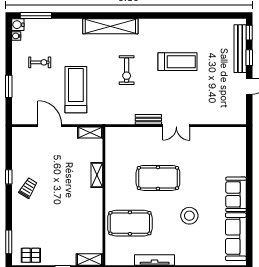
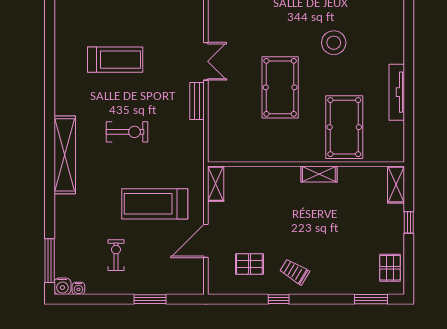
treadmill: (177, 62) -> (115, 60), turned 90
pallet: (34, 156) -> (249, 264), added
shelving: (97, 175) -> (319, 174), moved

